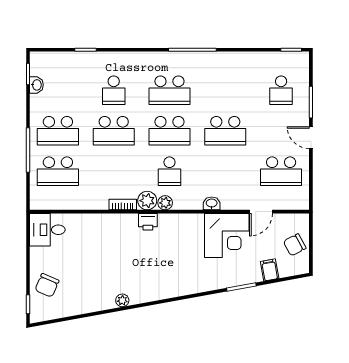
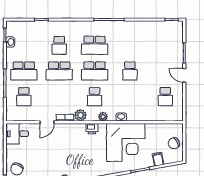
school desk: (281, 90) -> (165, 45), removed
school desk: (225, 131) -> (130, 71), width x0.54
school desk: (58, 171) -> (24, 97), width x0.54
school desk: (281, 171) -> (165, 97), width x0.54
plant: (165, 203) -> (103, 117), moved
door: (261, 212) -> (47, 122), moved
printer: (148, 222) -> (92, 129), moved
corner desk: (227, 236) -> (126, 142), width x1.36, depth x1.36

